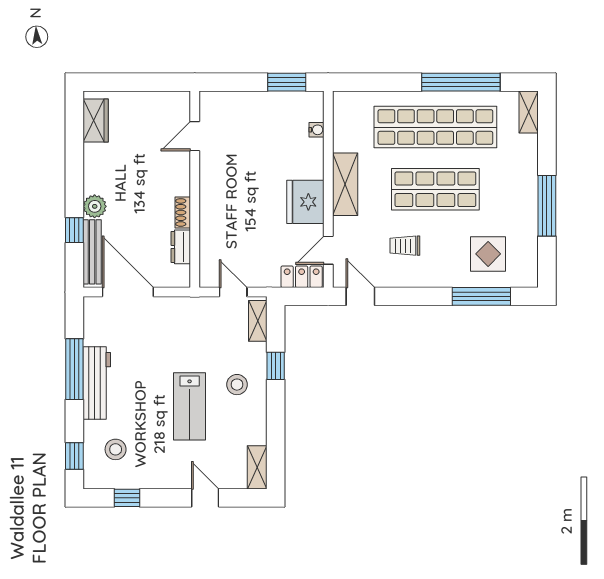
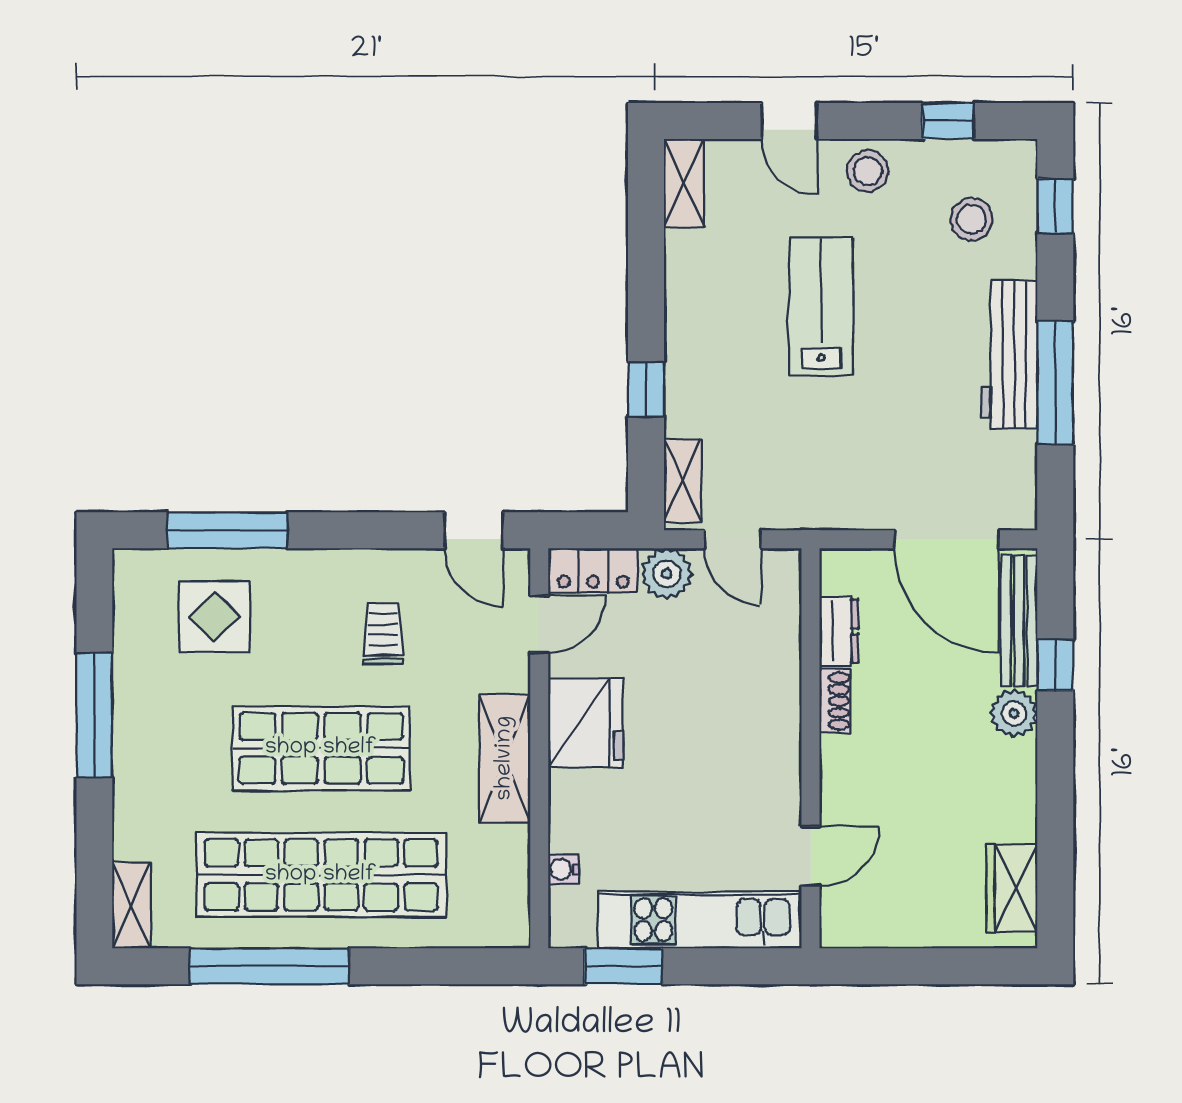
kitchen unit: (249, 105) -> (700, 920), added
trolley: (405, 246) -> (383, 634), turned -90
plant: (265, 275) -> (667, 574), added
stool: (237, 385) -> (868, 171), moved

